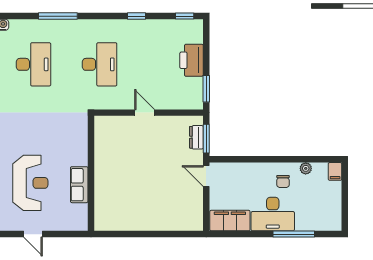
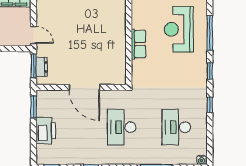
door: (145, 113) -> (84, 87), width x1.88
row of seats: (79, 185) -> (138, 44), moved

